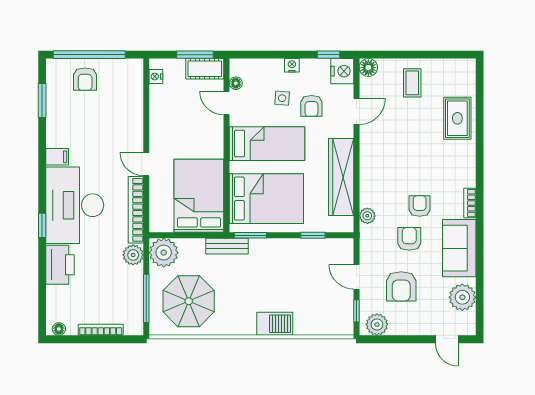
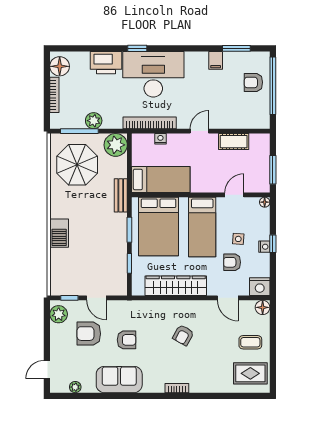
window: (329, 55) -> (273, 244), moved
cot: (205, 69) -> (234, 142), moved, turned 90
nightstand: (156, 77) -> (160, 139), moved
floor lamp: (236, 83) -> (265, 202), moved
rug: (457, 118) -> (250, 373), moved
filing cabinet: (57, 157) -> (216, 60), moved
door: (146, 164) -> (199, 131), moved
bed: (199, 196) -> (161, 179), width x0.67
bookcase: (470, 203) -> (177, 388), moved
armchair: (420, 206) -> (183, 335), moved, turned 119
plant: (367, 216) -> (145, 307), removed
window: (250, 235) -> (129, 230), moved
plant: (133, 255) -> (94, 121), moved
door: (356, 277) -> (96, 298), swing flipped
plant: (462, 297) -> (75, 387), width x0.53, depth x0.53
floor lamp: (59, 329) -> (60, 66), width x1.89, depth x1.89

